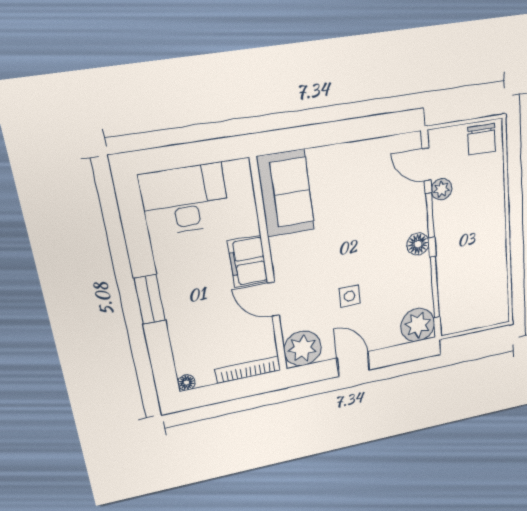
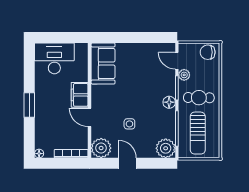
chair: (482, 139) -> (208, 52), turned 90
cafe table: (470, 226) -> (199, 98), added
sun lounger: (471, 288) -> (198, 133), added

